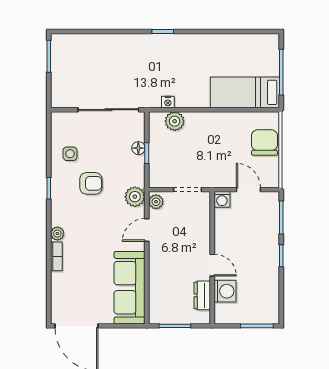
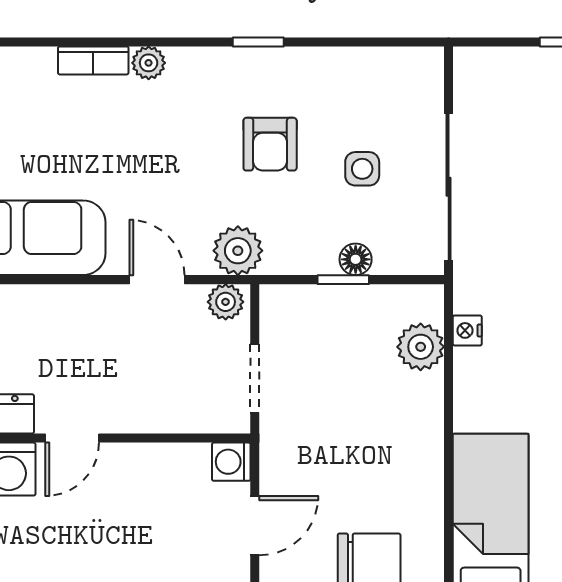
side table: (70, 154) -> (362, 169), moved

